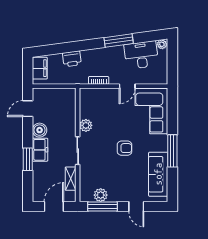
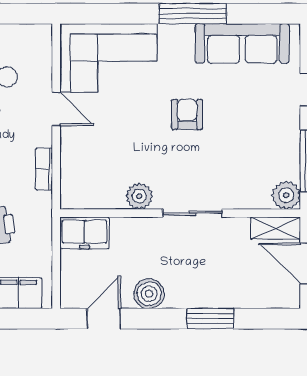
door: (28, 109) -> (104, 319), swing flipped
freezer: (40, 150) -> (85, 233), moved, turned 180
shelving: (71, 179) -> (275, 228), moved
plant: (101, 195) -> (286, 195), moved

